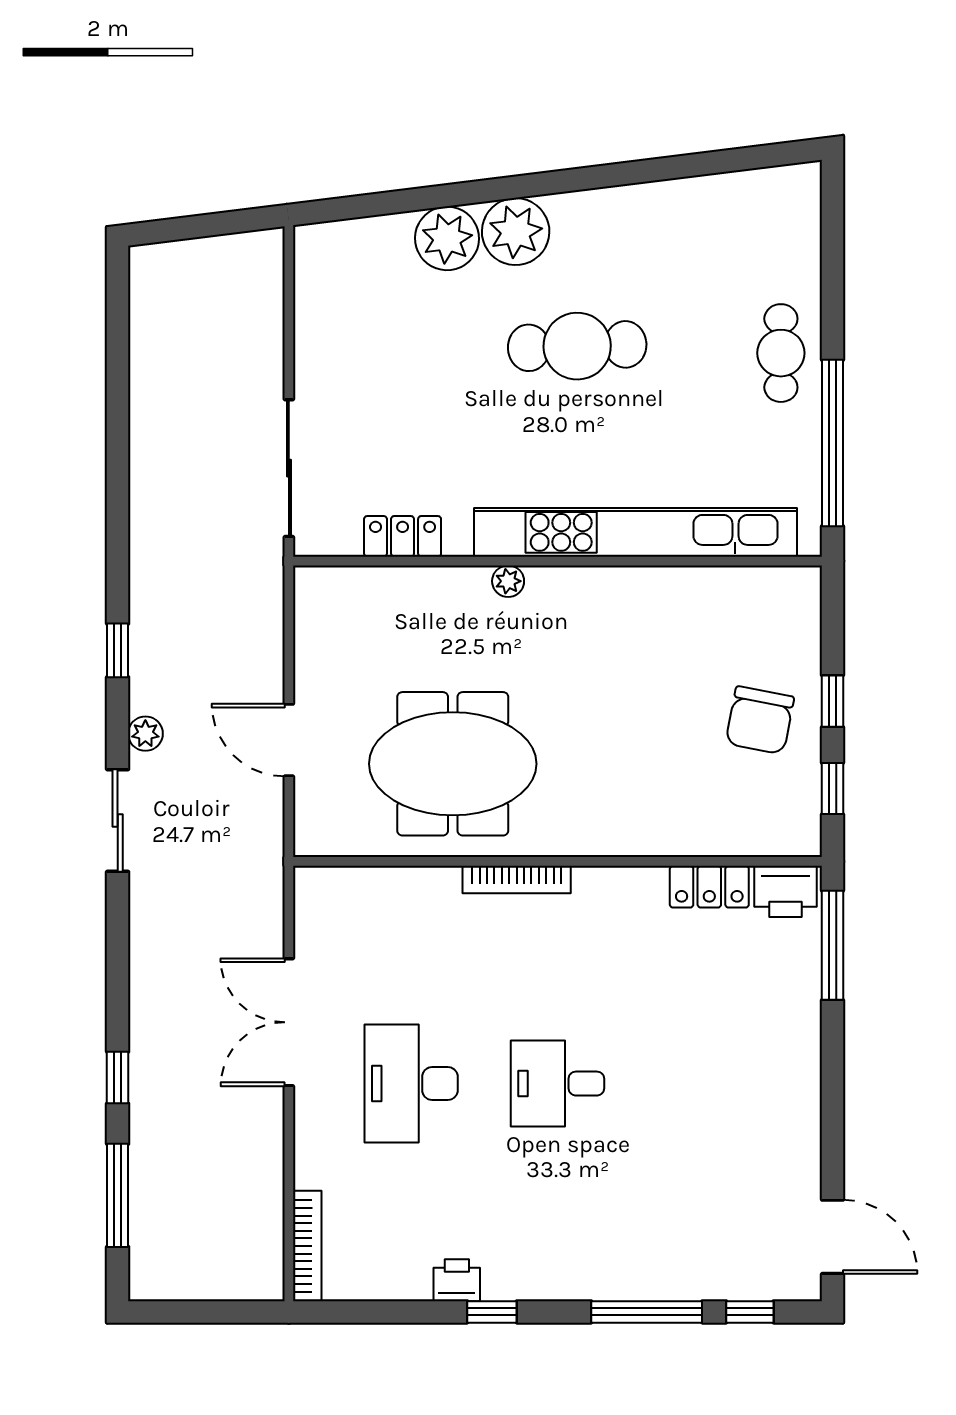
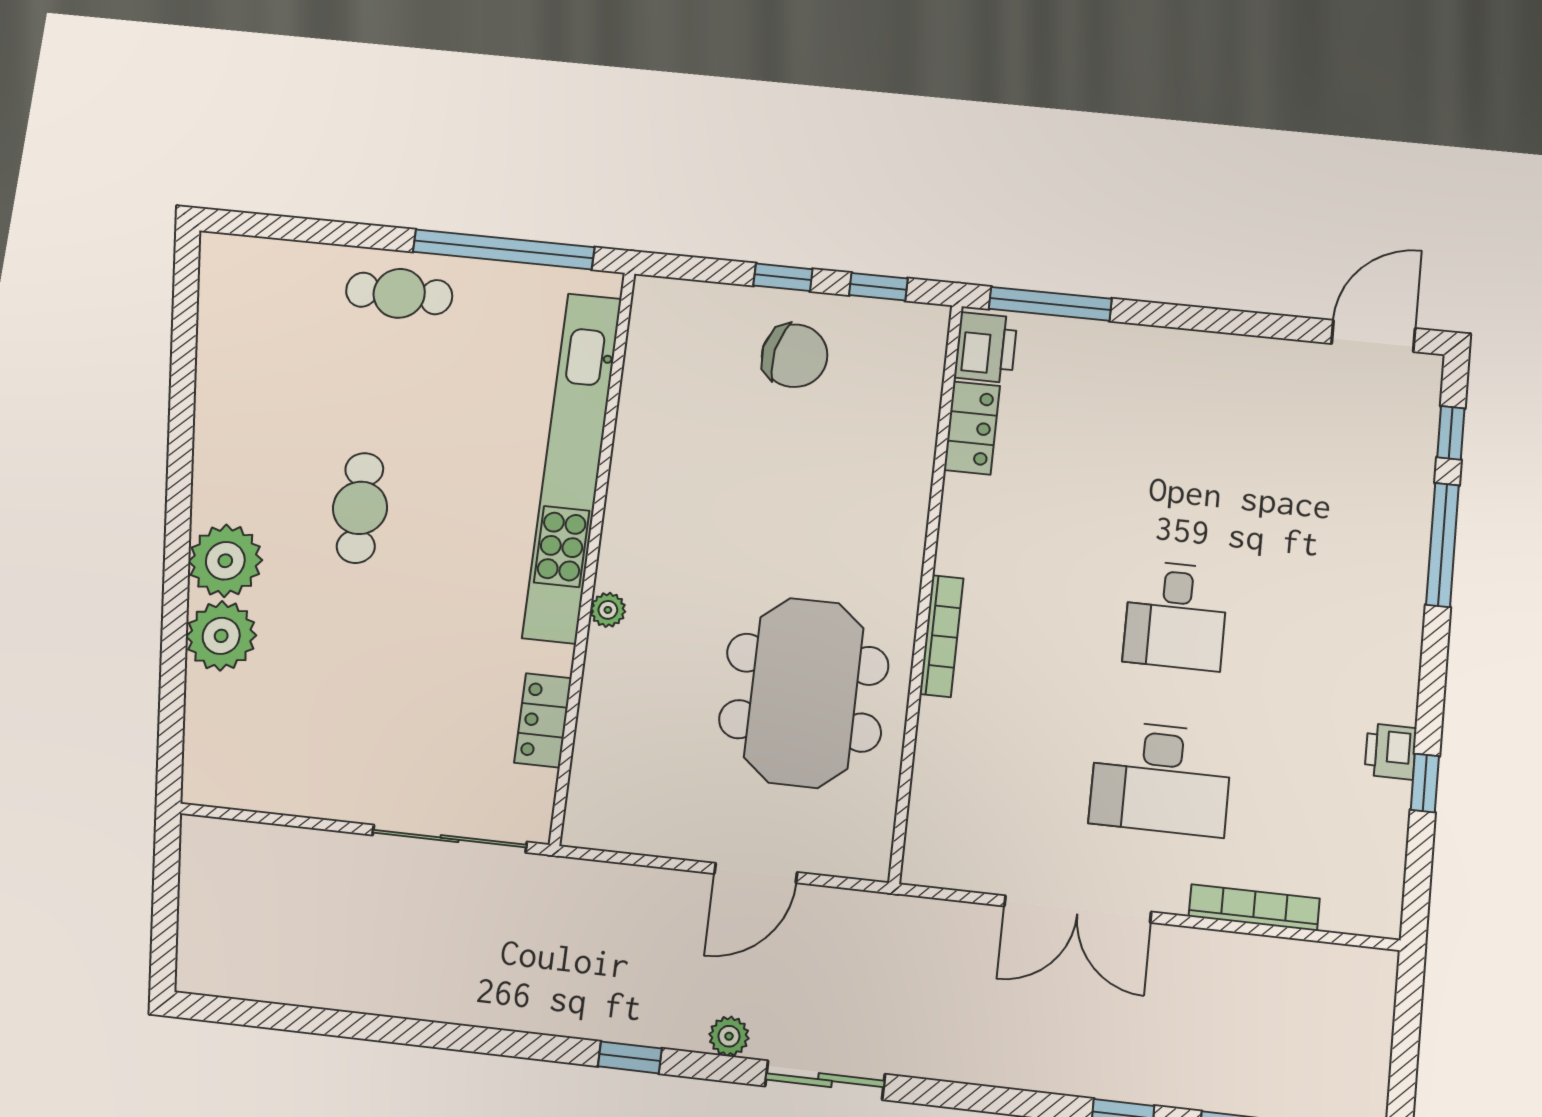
cafe table: (577, 346) -> (360, 508), width x0.73, depth x0.74
bookcase: (307, 1246) -> (1254, 908), moved
window: (492, 1312) -> (1425, 783), moved

